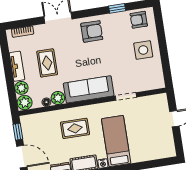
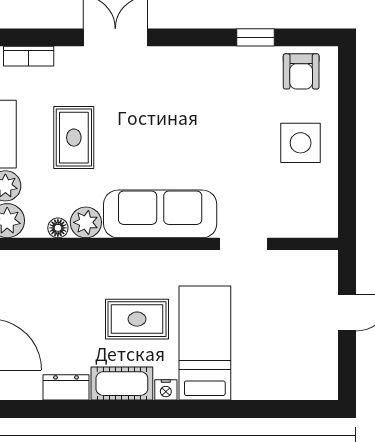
armchair: (139, 20) -> (301, 71), turned -90
armchair: (92, 31) -> (188, 81), removed
rug: (75, 128) -> (137, 319), moved

